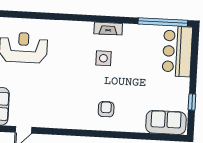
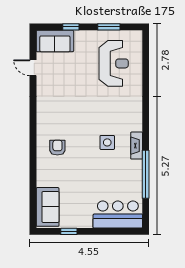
window: (163, 22) -> (146, 174), moved
armchair: (106, 109) -> (57, 148), turned -90

